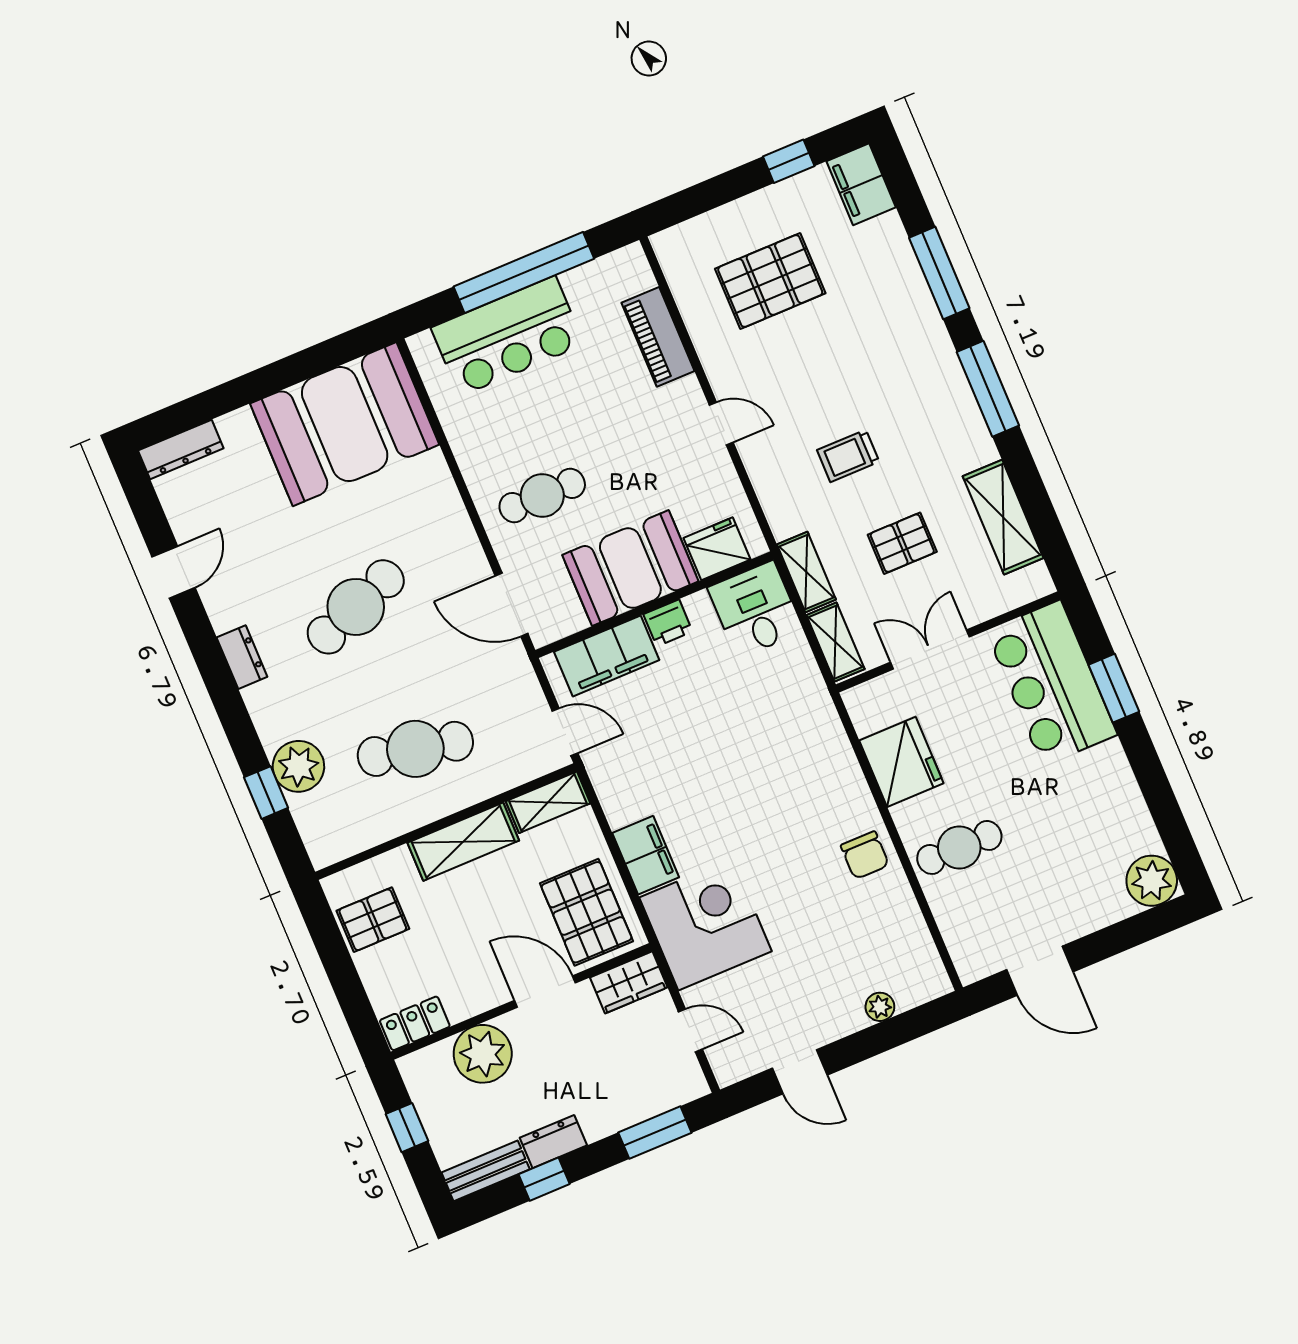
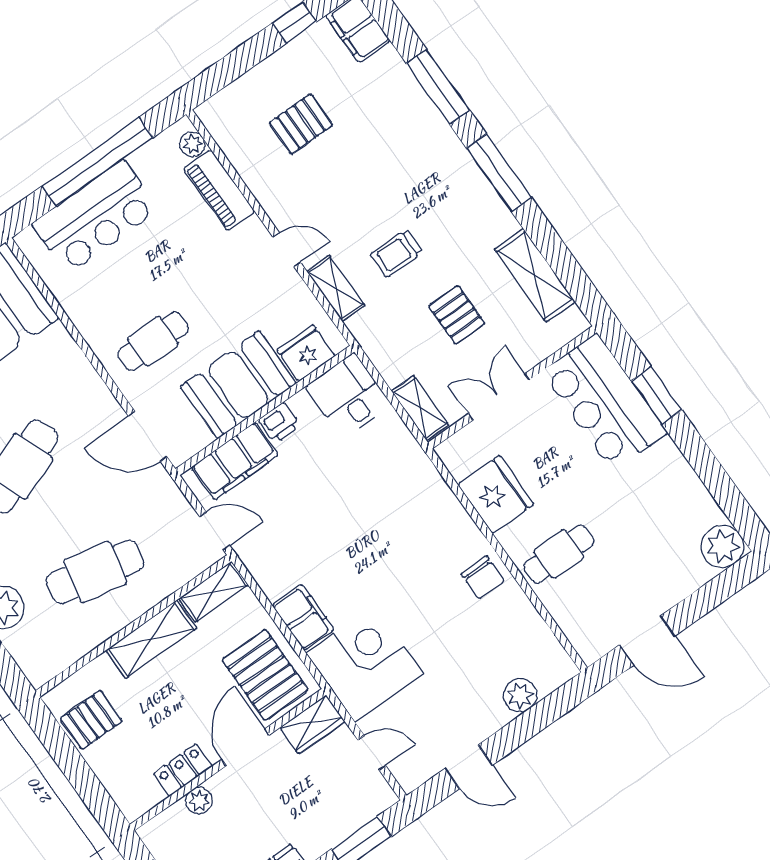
plant: (639, 276) -> (192, 144), added
pallet: (770, 281) -> (301, 124), width x0.67, depth x0.71
pallet: (902, 543) -> (457, 315), turned 90
shelving: (806, 572) -> (336, 288), moved
door: (545, 992) -> (245, 747), hinge flipped
plant: (880, 1007) -> (520, 695), width x1.38, depth x1.38
locker: (415, 1023) -> (183, 770), moved
plant: (483, 1054) -> (199, 800), width x0.53, depth x0.53

